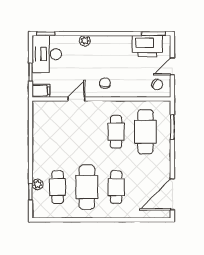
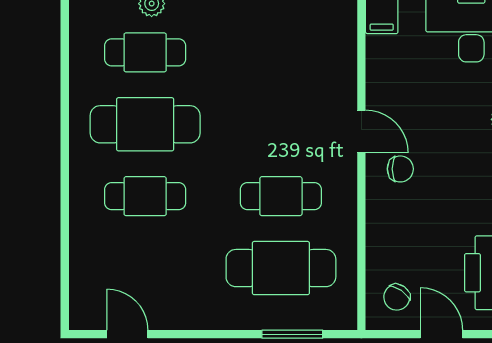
door: (76, 99) -> (361, 131), moved
door: (172, 194) -> (127, 334), width x0.53

